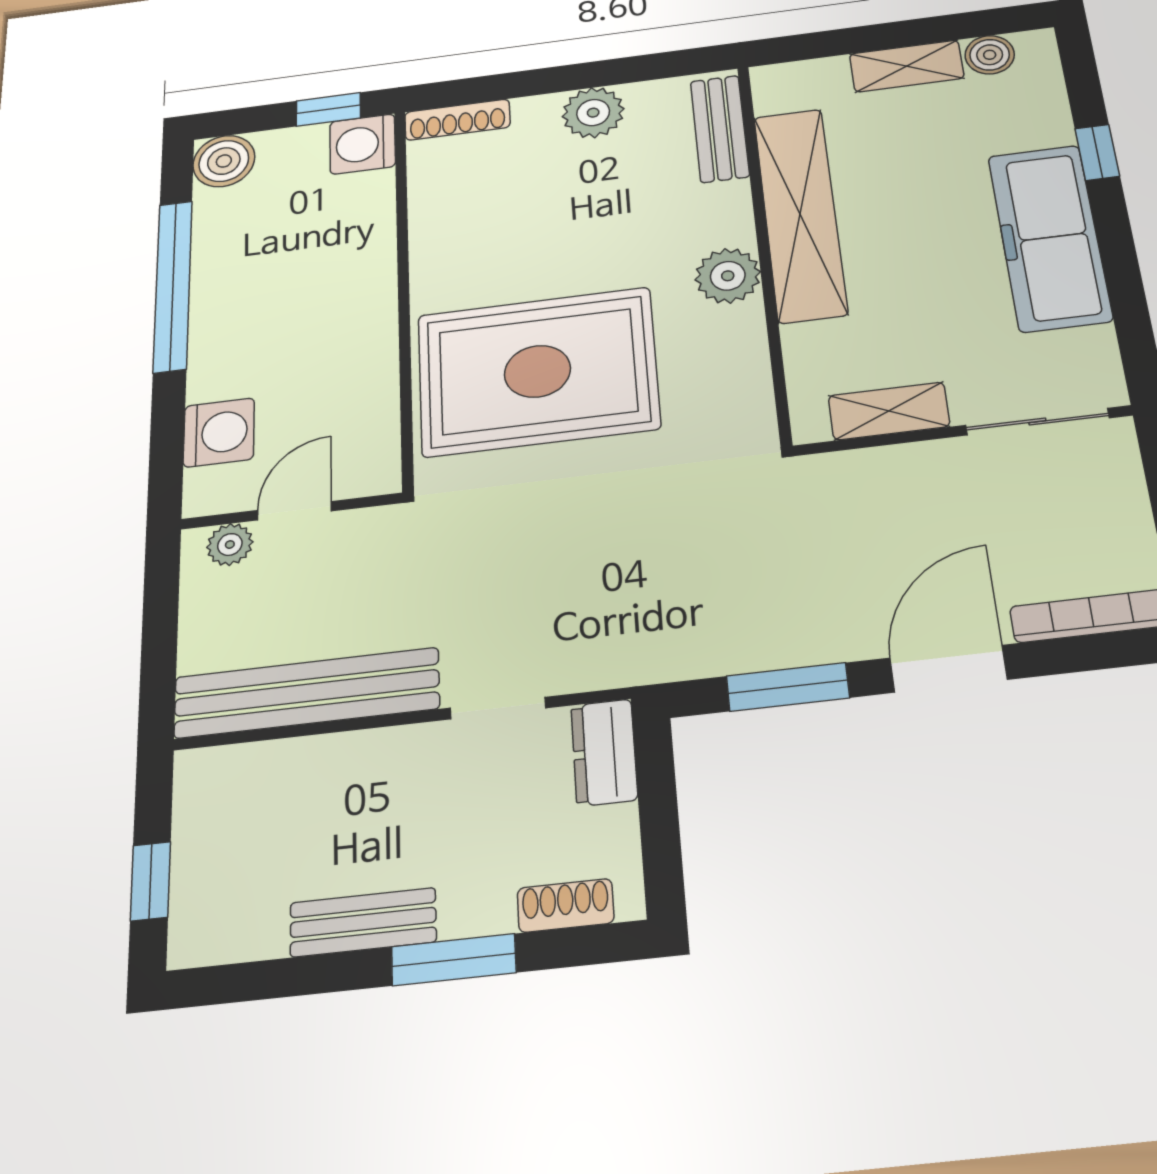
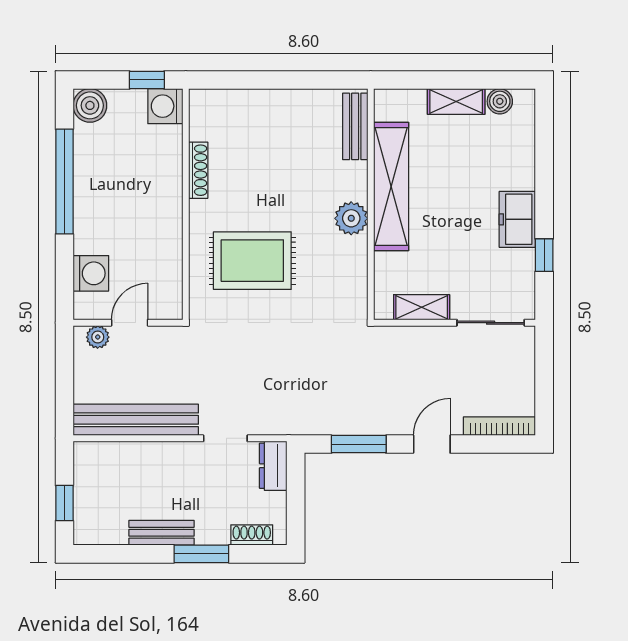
plant: (593, 113) -> (290, 105), removed
shoe rack: (457, 120) -> (198, 170), moved, turned -90
window: (1097, 152) -> (544, 255), moved
freezer: (1049, 237) -> (517, 219), width x0.52, depth x0.79
rug: (537, 371) -> (252, 261), width x0.73, depth x0.69
door: (949, 669) -> (432, 444), width x0.73

